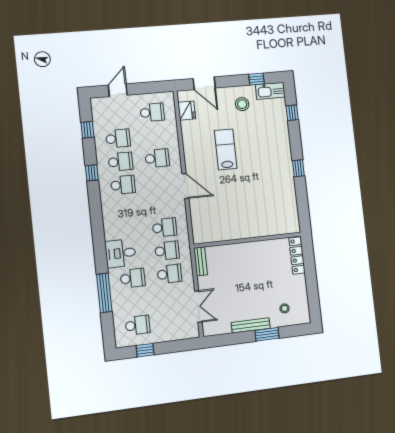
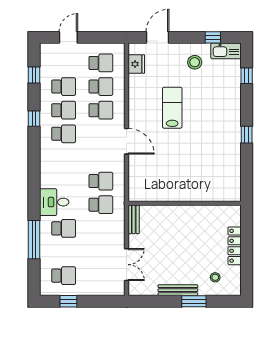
door: (204, 83) -> (157, 37), swing flipped
locker: (297, 255) -> (235, 246), moved
school desk: (169, 274) -> (101, 87), moved

